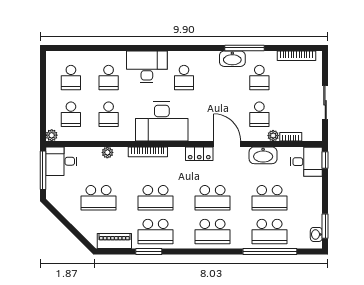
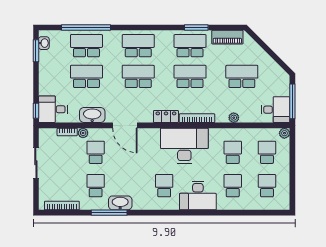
locker: (199, 154) -> (166, 117), moved

